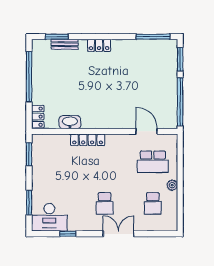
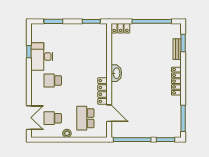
locker: (99, 45) -> (176, 81), width x1.53
washbasin: (70, 122) -> (116, 73), moved
door: (147, 131) -> (109, 113), hinge flipped
locker: (88, 140) -> (102, 91), moved
desk: (49, 217) -> (42, 57), moved
double door: (118, 234) -> (29, 118), moved

